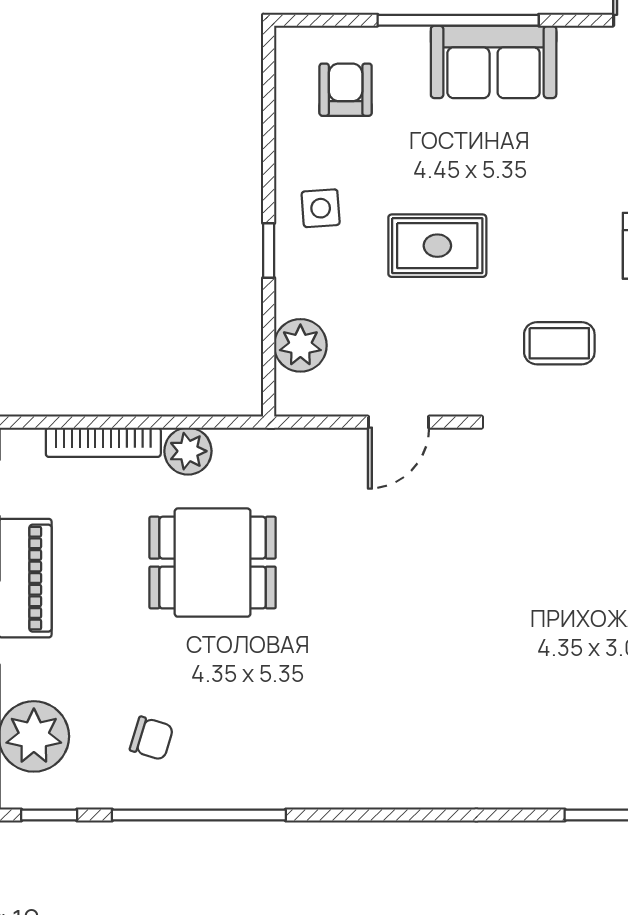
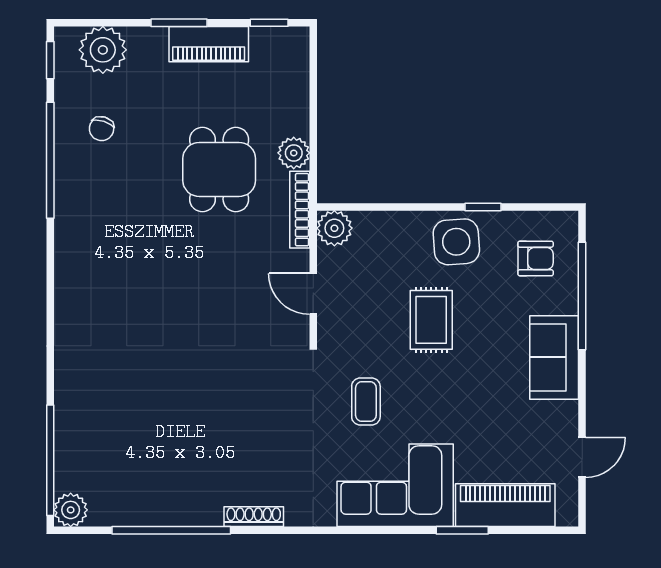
window: (458, 20) -> (582, 296), moved
side table: (321, 208) -> (456, 242), width x1.87, depth x1.87
window: (269, 250) -> (483, 207), moved
plant: (300, 345) -> (334, 228), moved
bookcase: (103, 442) -> (300, 210), moved

